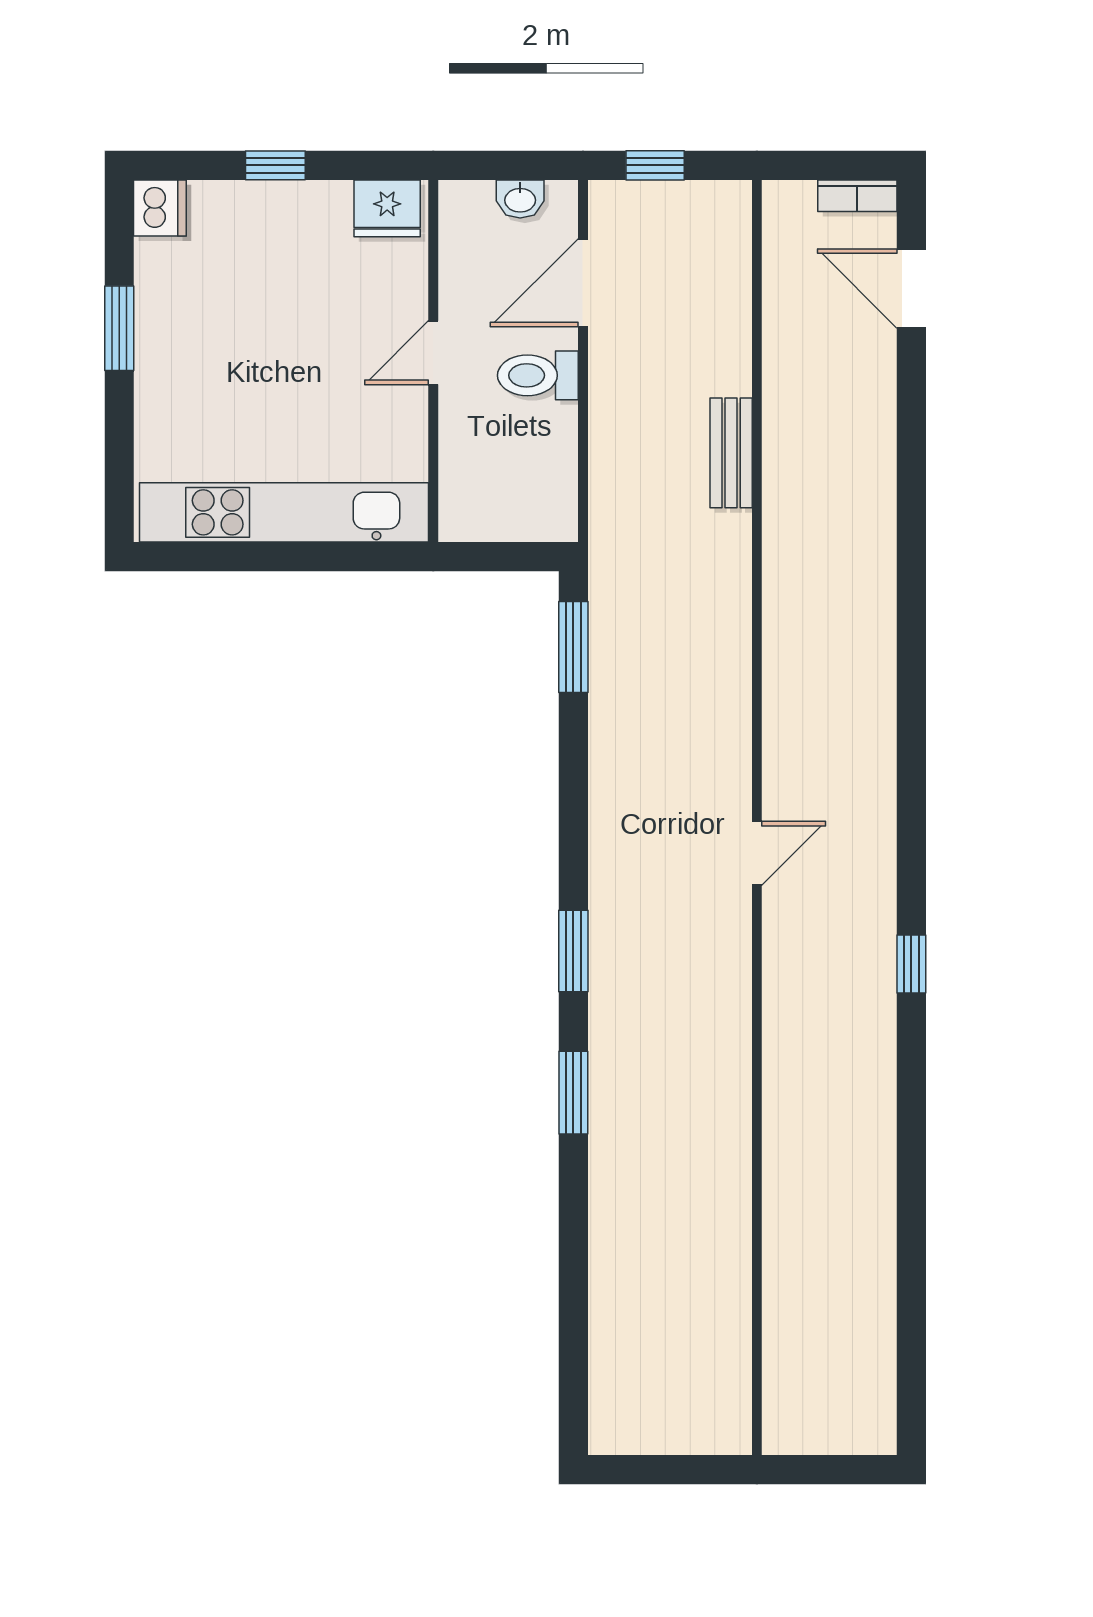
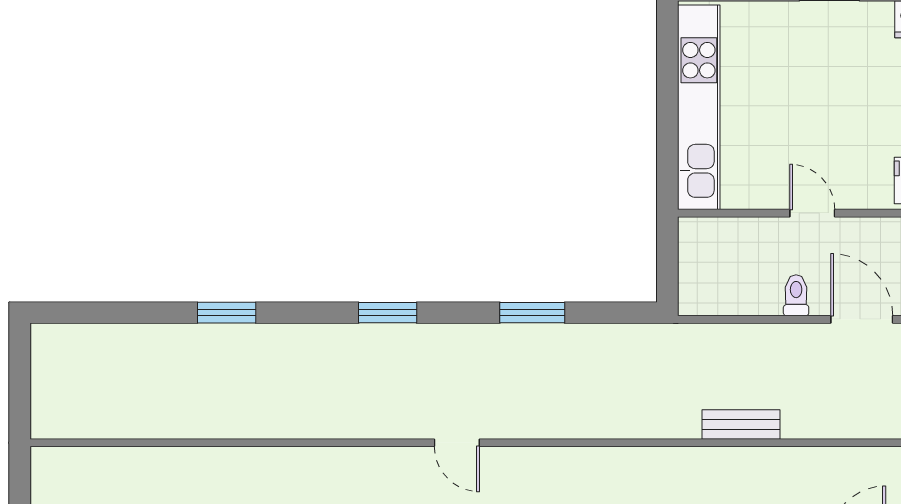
toilet: (538, 375) -> (796, 295), width x0.73, depth x0.72
window: (573, 647) -> (532, 313), moved
window: (573, 1093) -> (227, 313), moved

